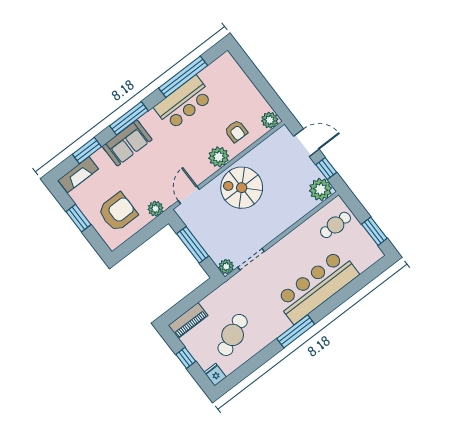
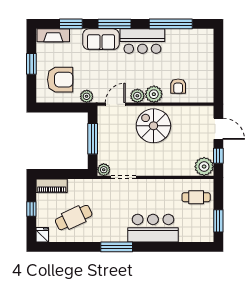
bar counter: (184, 103) -> (142, 41), moved
plant: (270, 120) -> (137, 96), moved
bar counter: (317, 286) -> (153, 228), width x0.73

